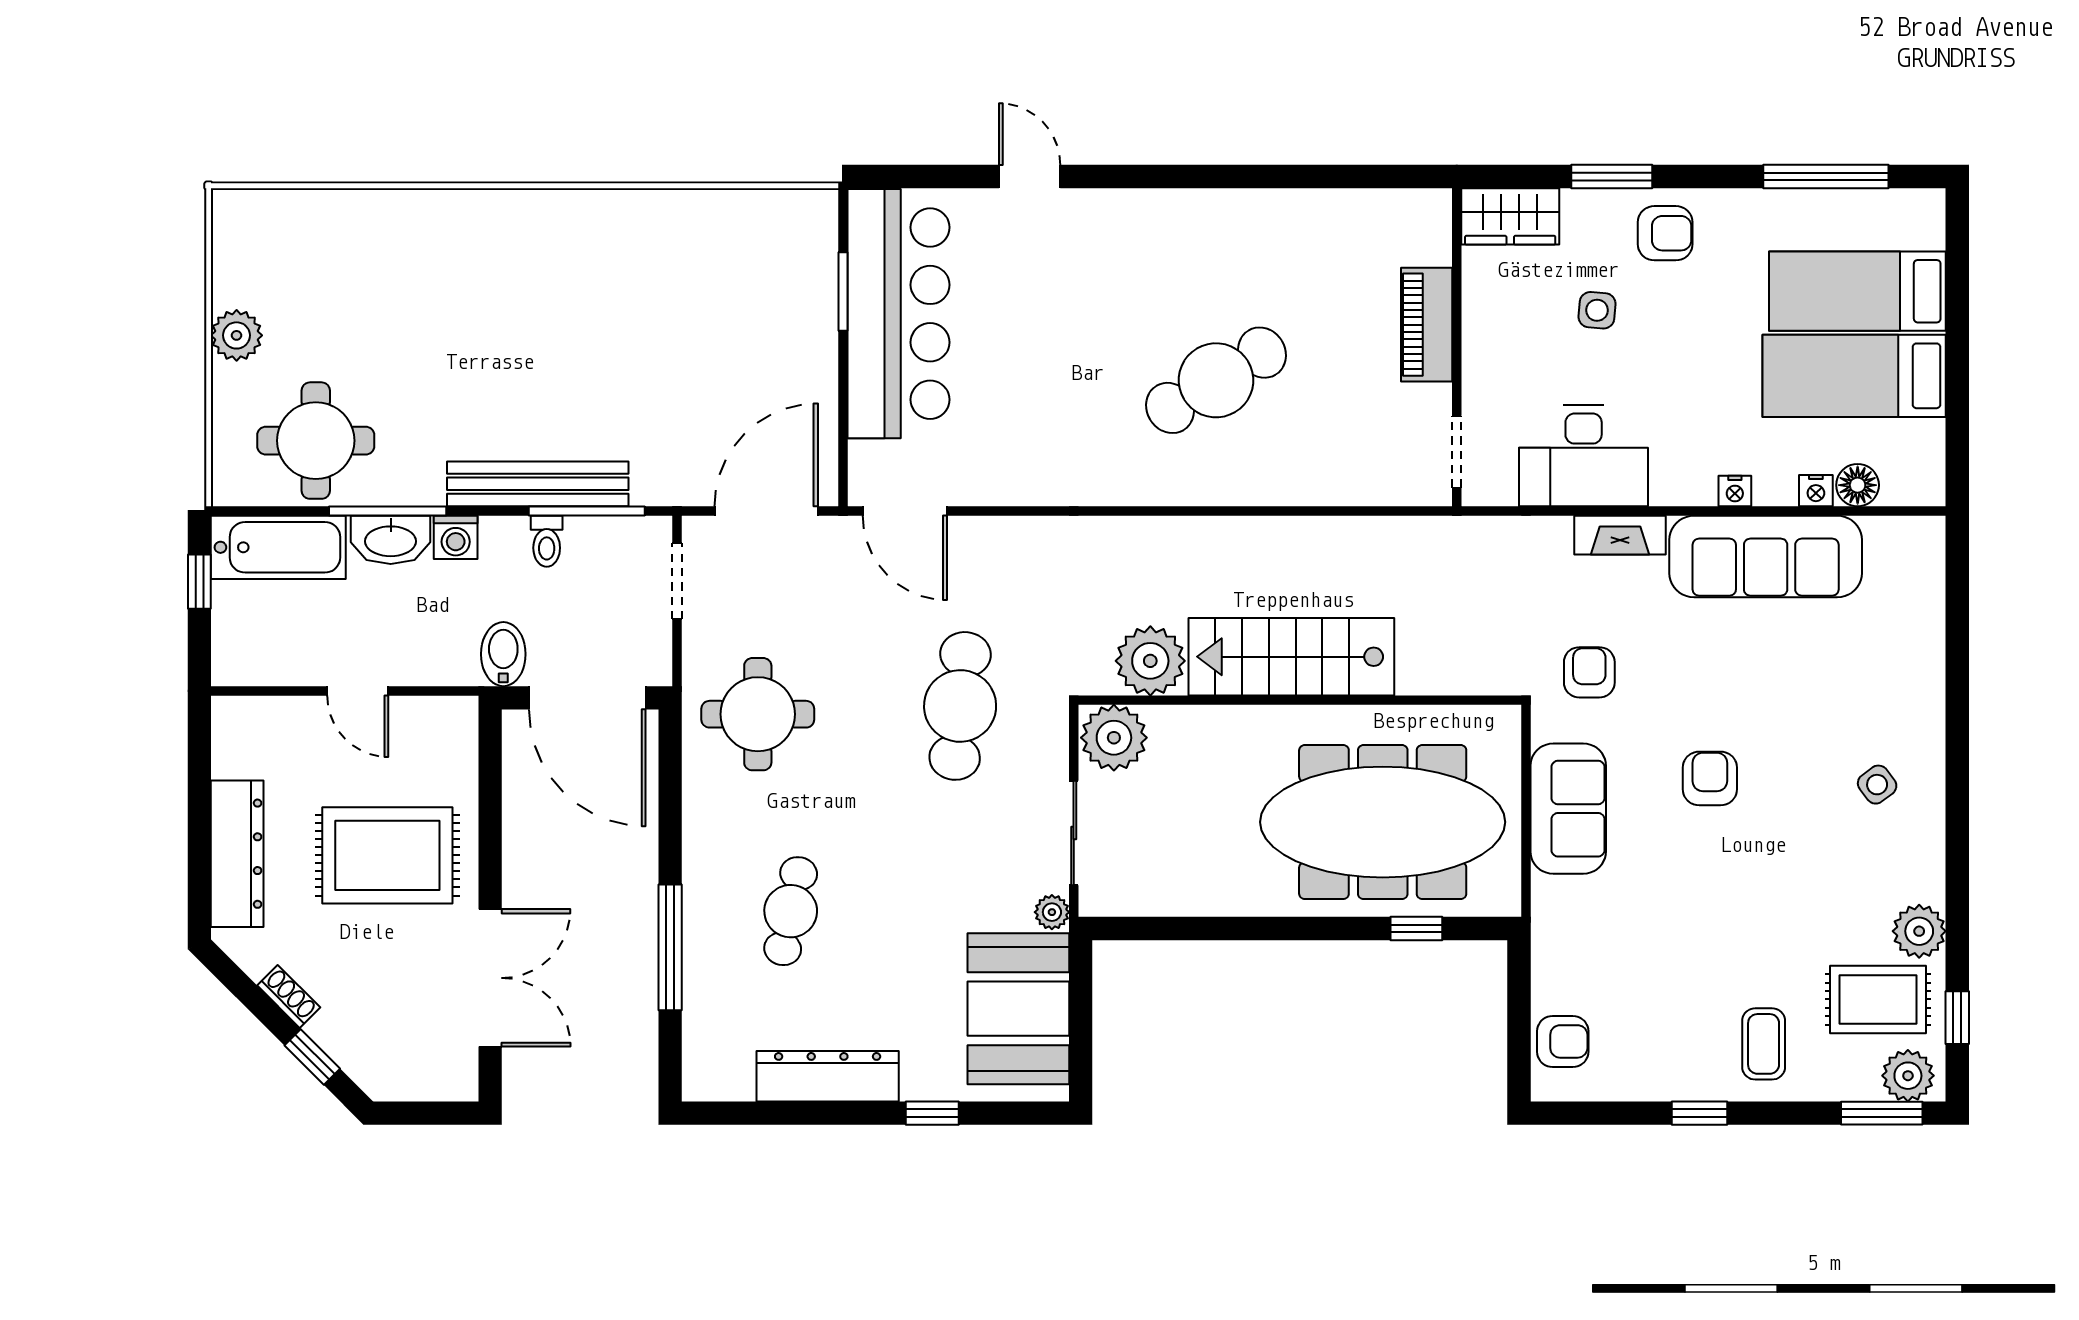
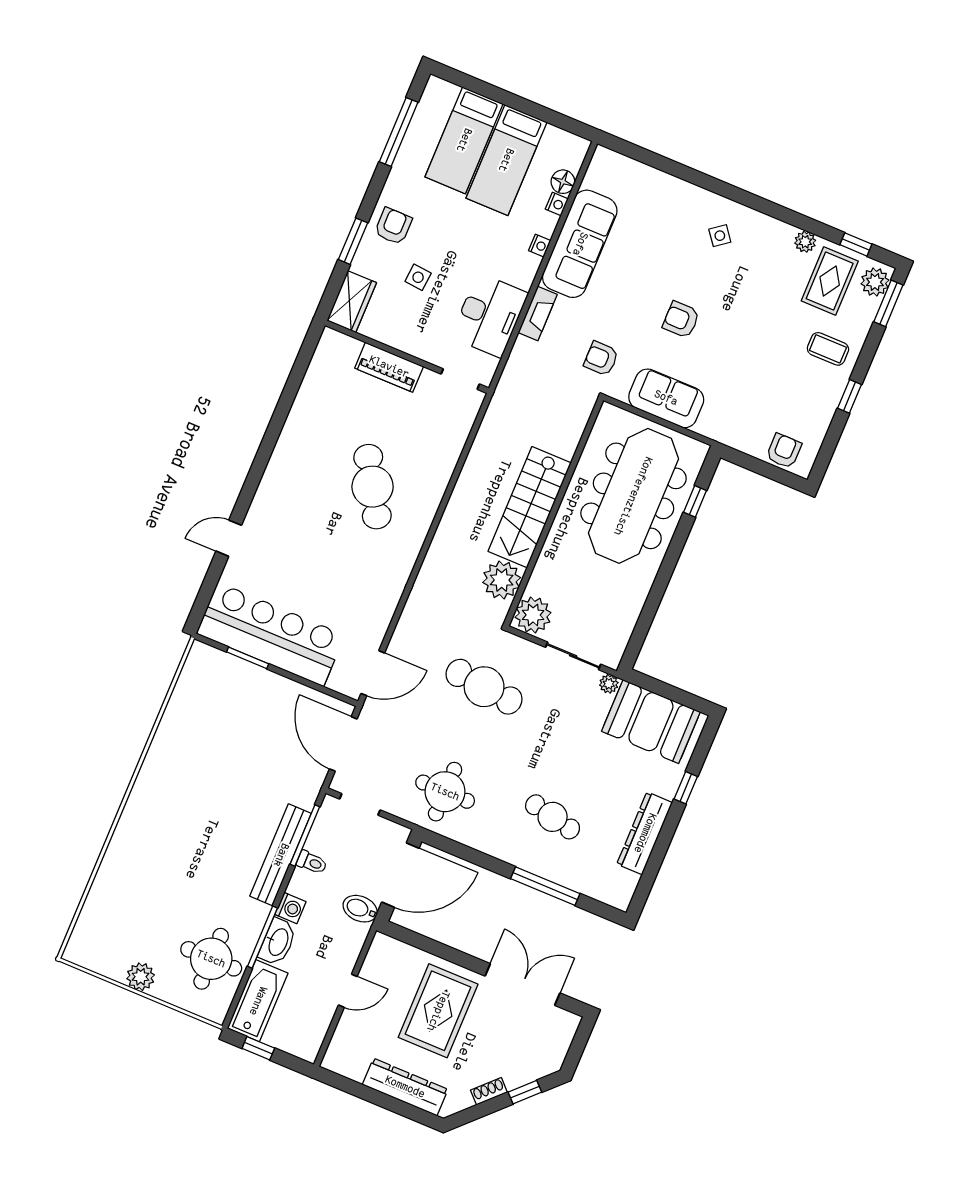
plant: (1919, 931) -> (805, 242), width x0.73, depth x0.73

